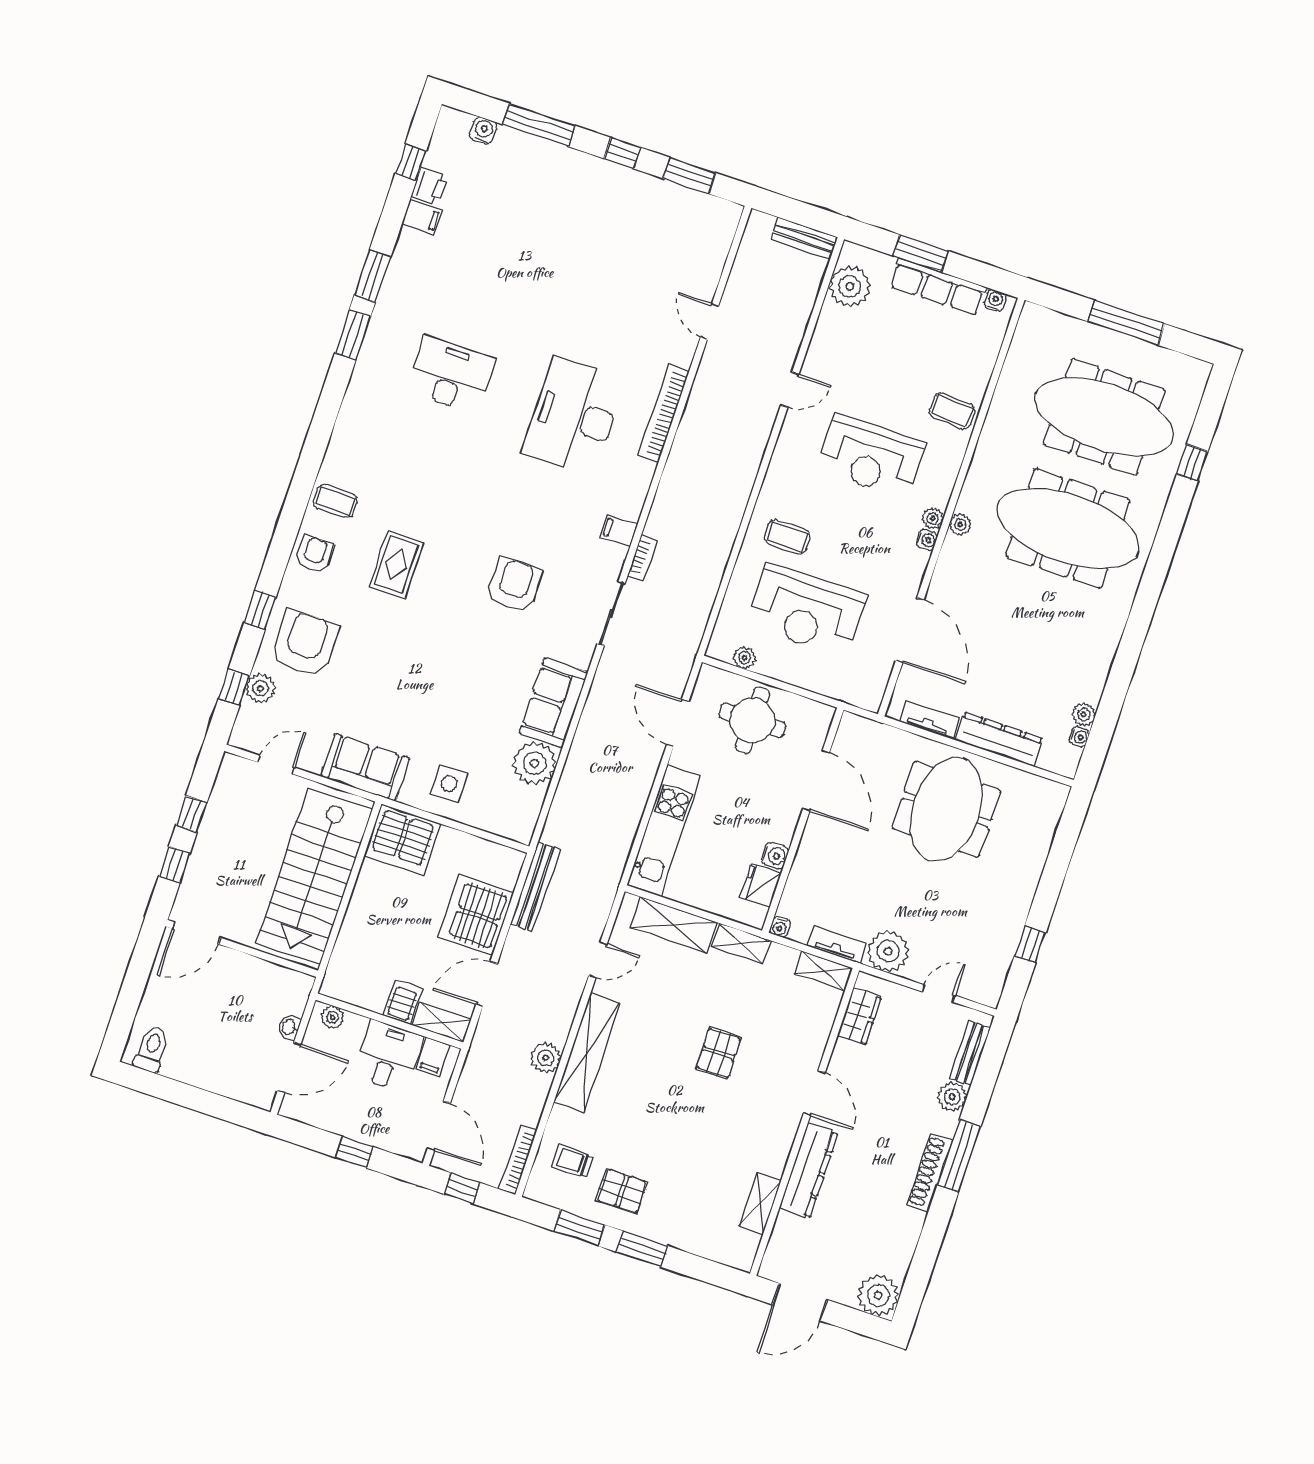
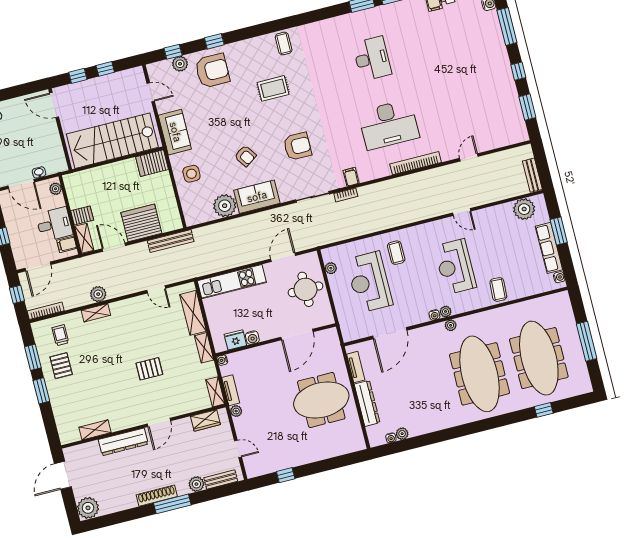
desk: (574, 416) -> (389, 125), turned 180
armchair: (314, 555) -> (245, 156), moved, turned 55
server rack: (402, 840) -> (152, 163), width x0.62
plant: (888, 951) -> (236, 411), width x0.53, depth x0.53
shelving: (587, 1052) -> (96, 313), width x0.45, depth x0.75
door: (800, 1302) -> (63, 475), hinge flipped

